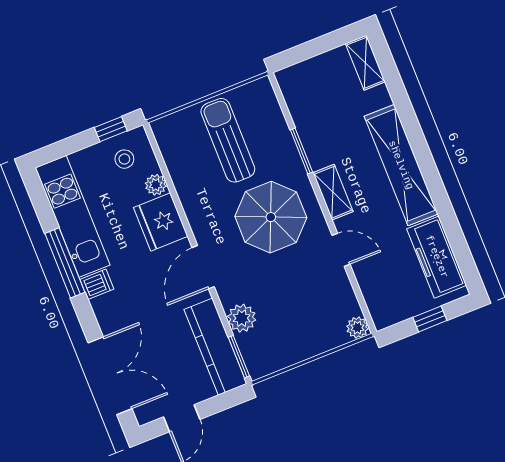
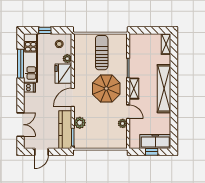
window: (111, 129) -> (45, 30), moved
freezer: (437, 257) -> (155, 141), moved, turned 90
window: (65, 263) -> (21, 64), moved
plant: (357, 328) -> (123, 123), moved
double door: (110, 376) -> (21, 125), width x0.73

